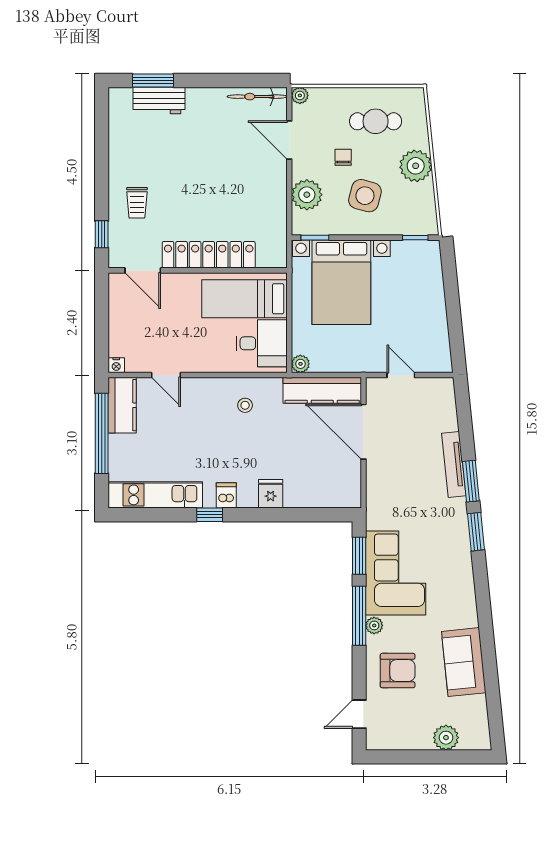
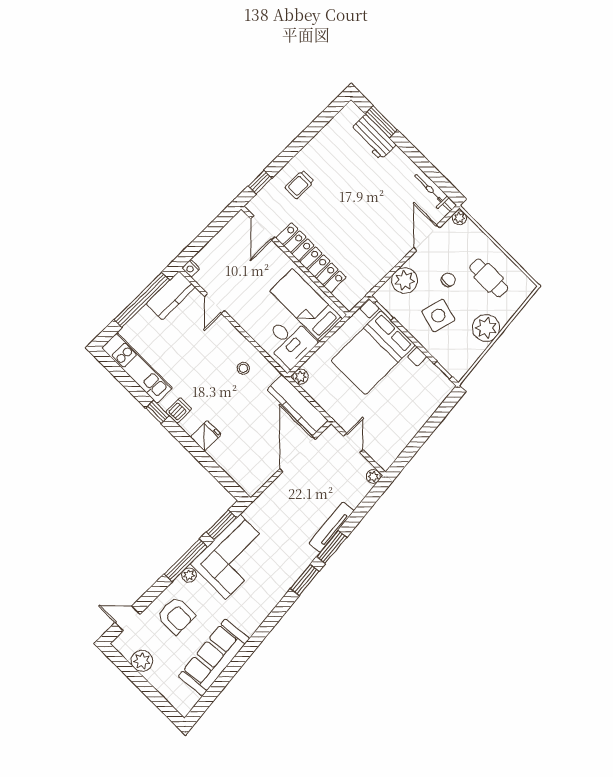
plant: (446, 386) -> (373, 476), added
sofa: (464, 662) -> (214, 657), width x1.36
plant: (446, 738) -> (142, 661), moved

